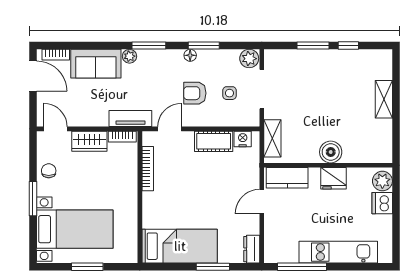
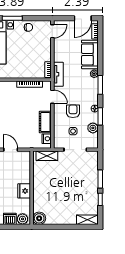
plant: (249, 59) -> (93, 128), moved
shelving: (384, 99) -> (87, 220), moved
wardrobe: (89, 141) -> (45, 51), removed
boiler: (331, 152) -> (39, 218), moved
kitchen counter: (287, 178) -> (24, 164), removed

